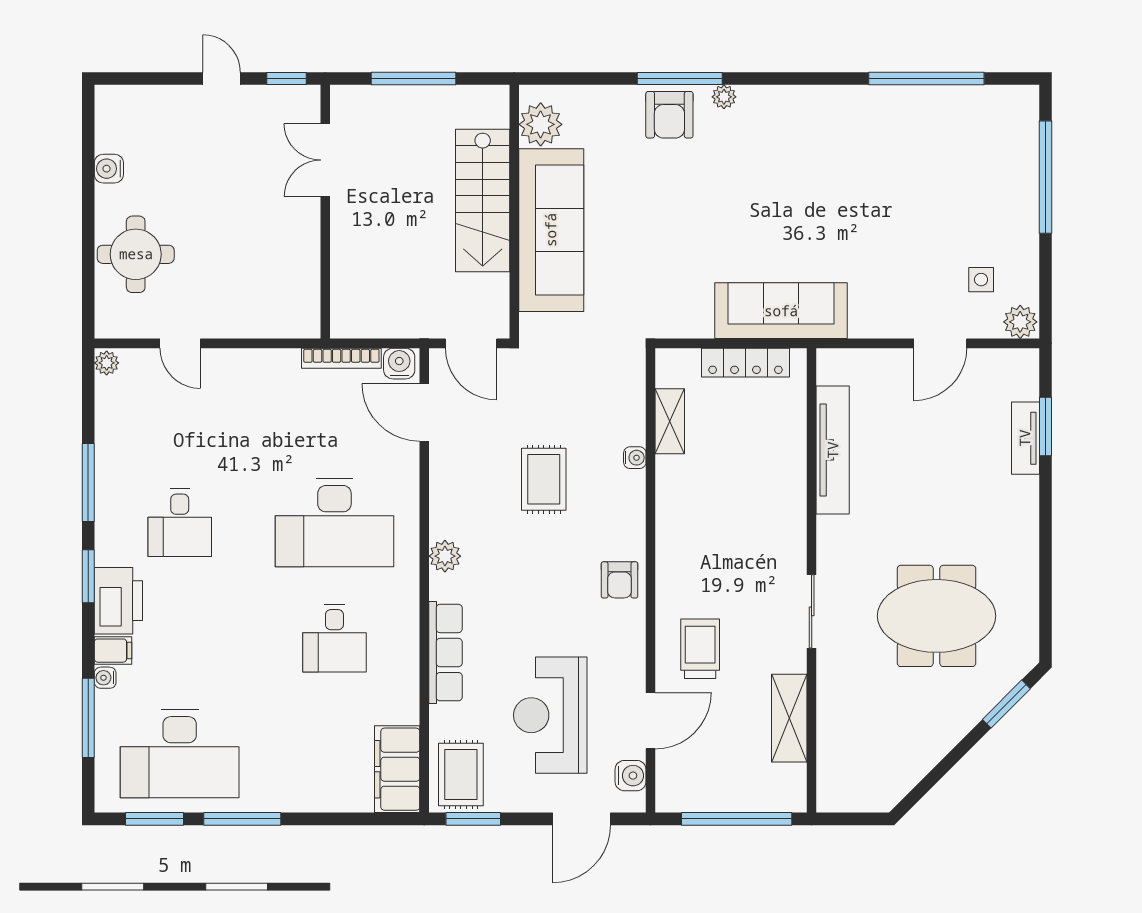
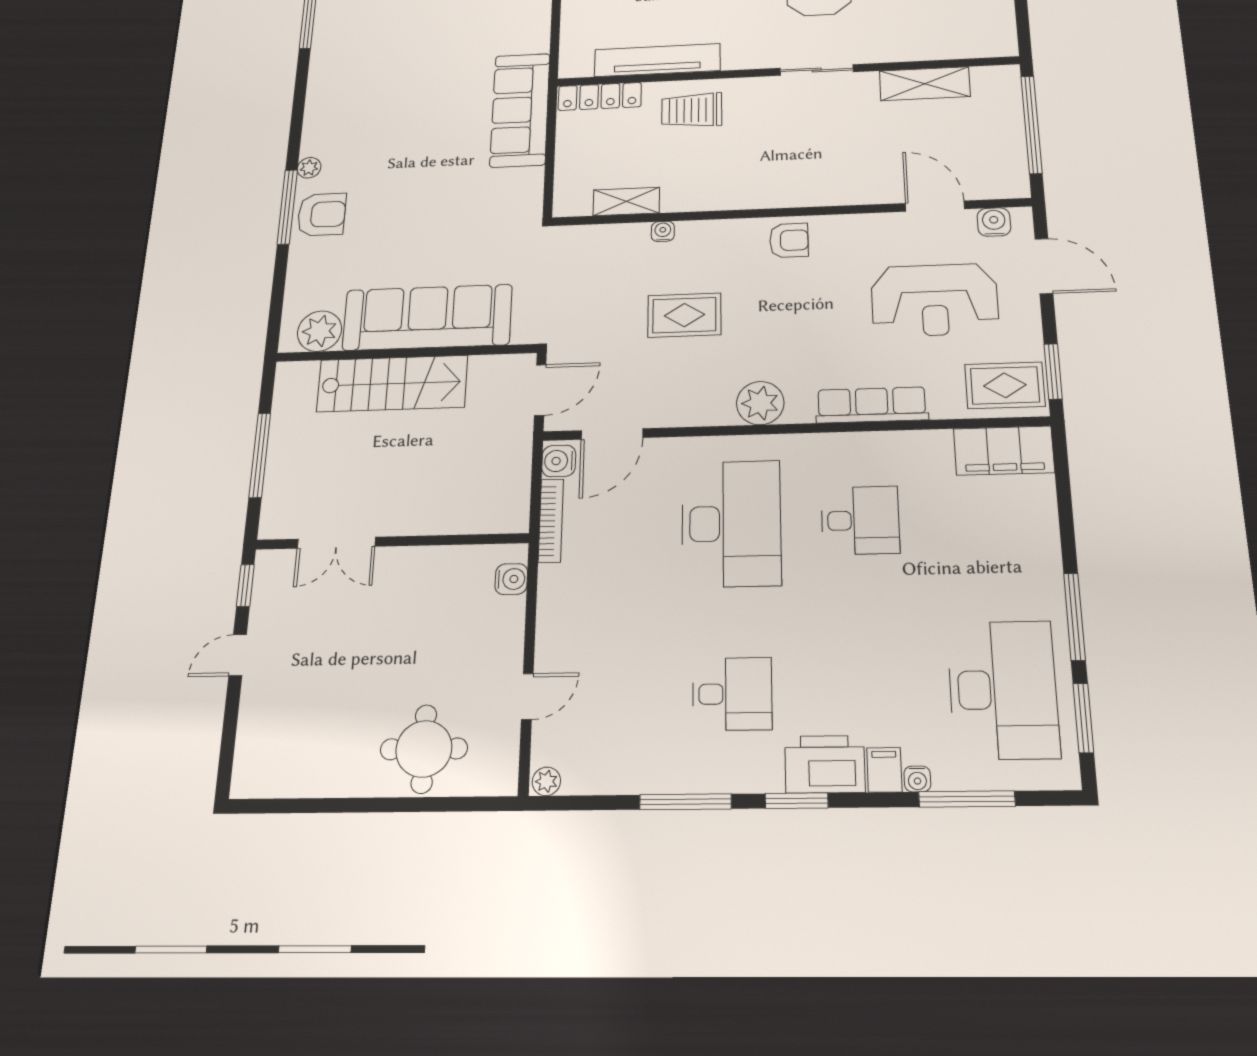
water cooler: (109, 169) -> (511, 579), moved, turned -90
locker: (745, 363) -> (600, 96), moved, turned 90
plant: (445, 556) -> (760, 403), width x1.36, depth x1.36
trolley: (700, 649) -> (692, 110), moved

